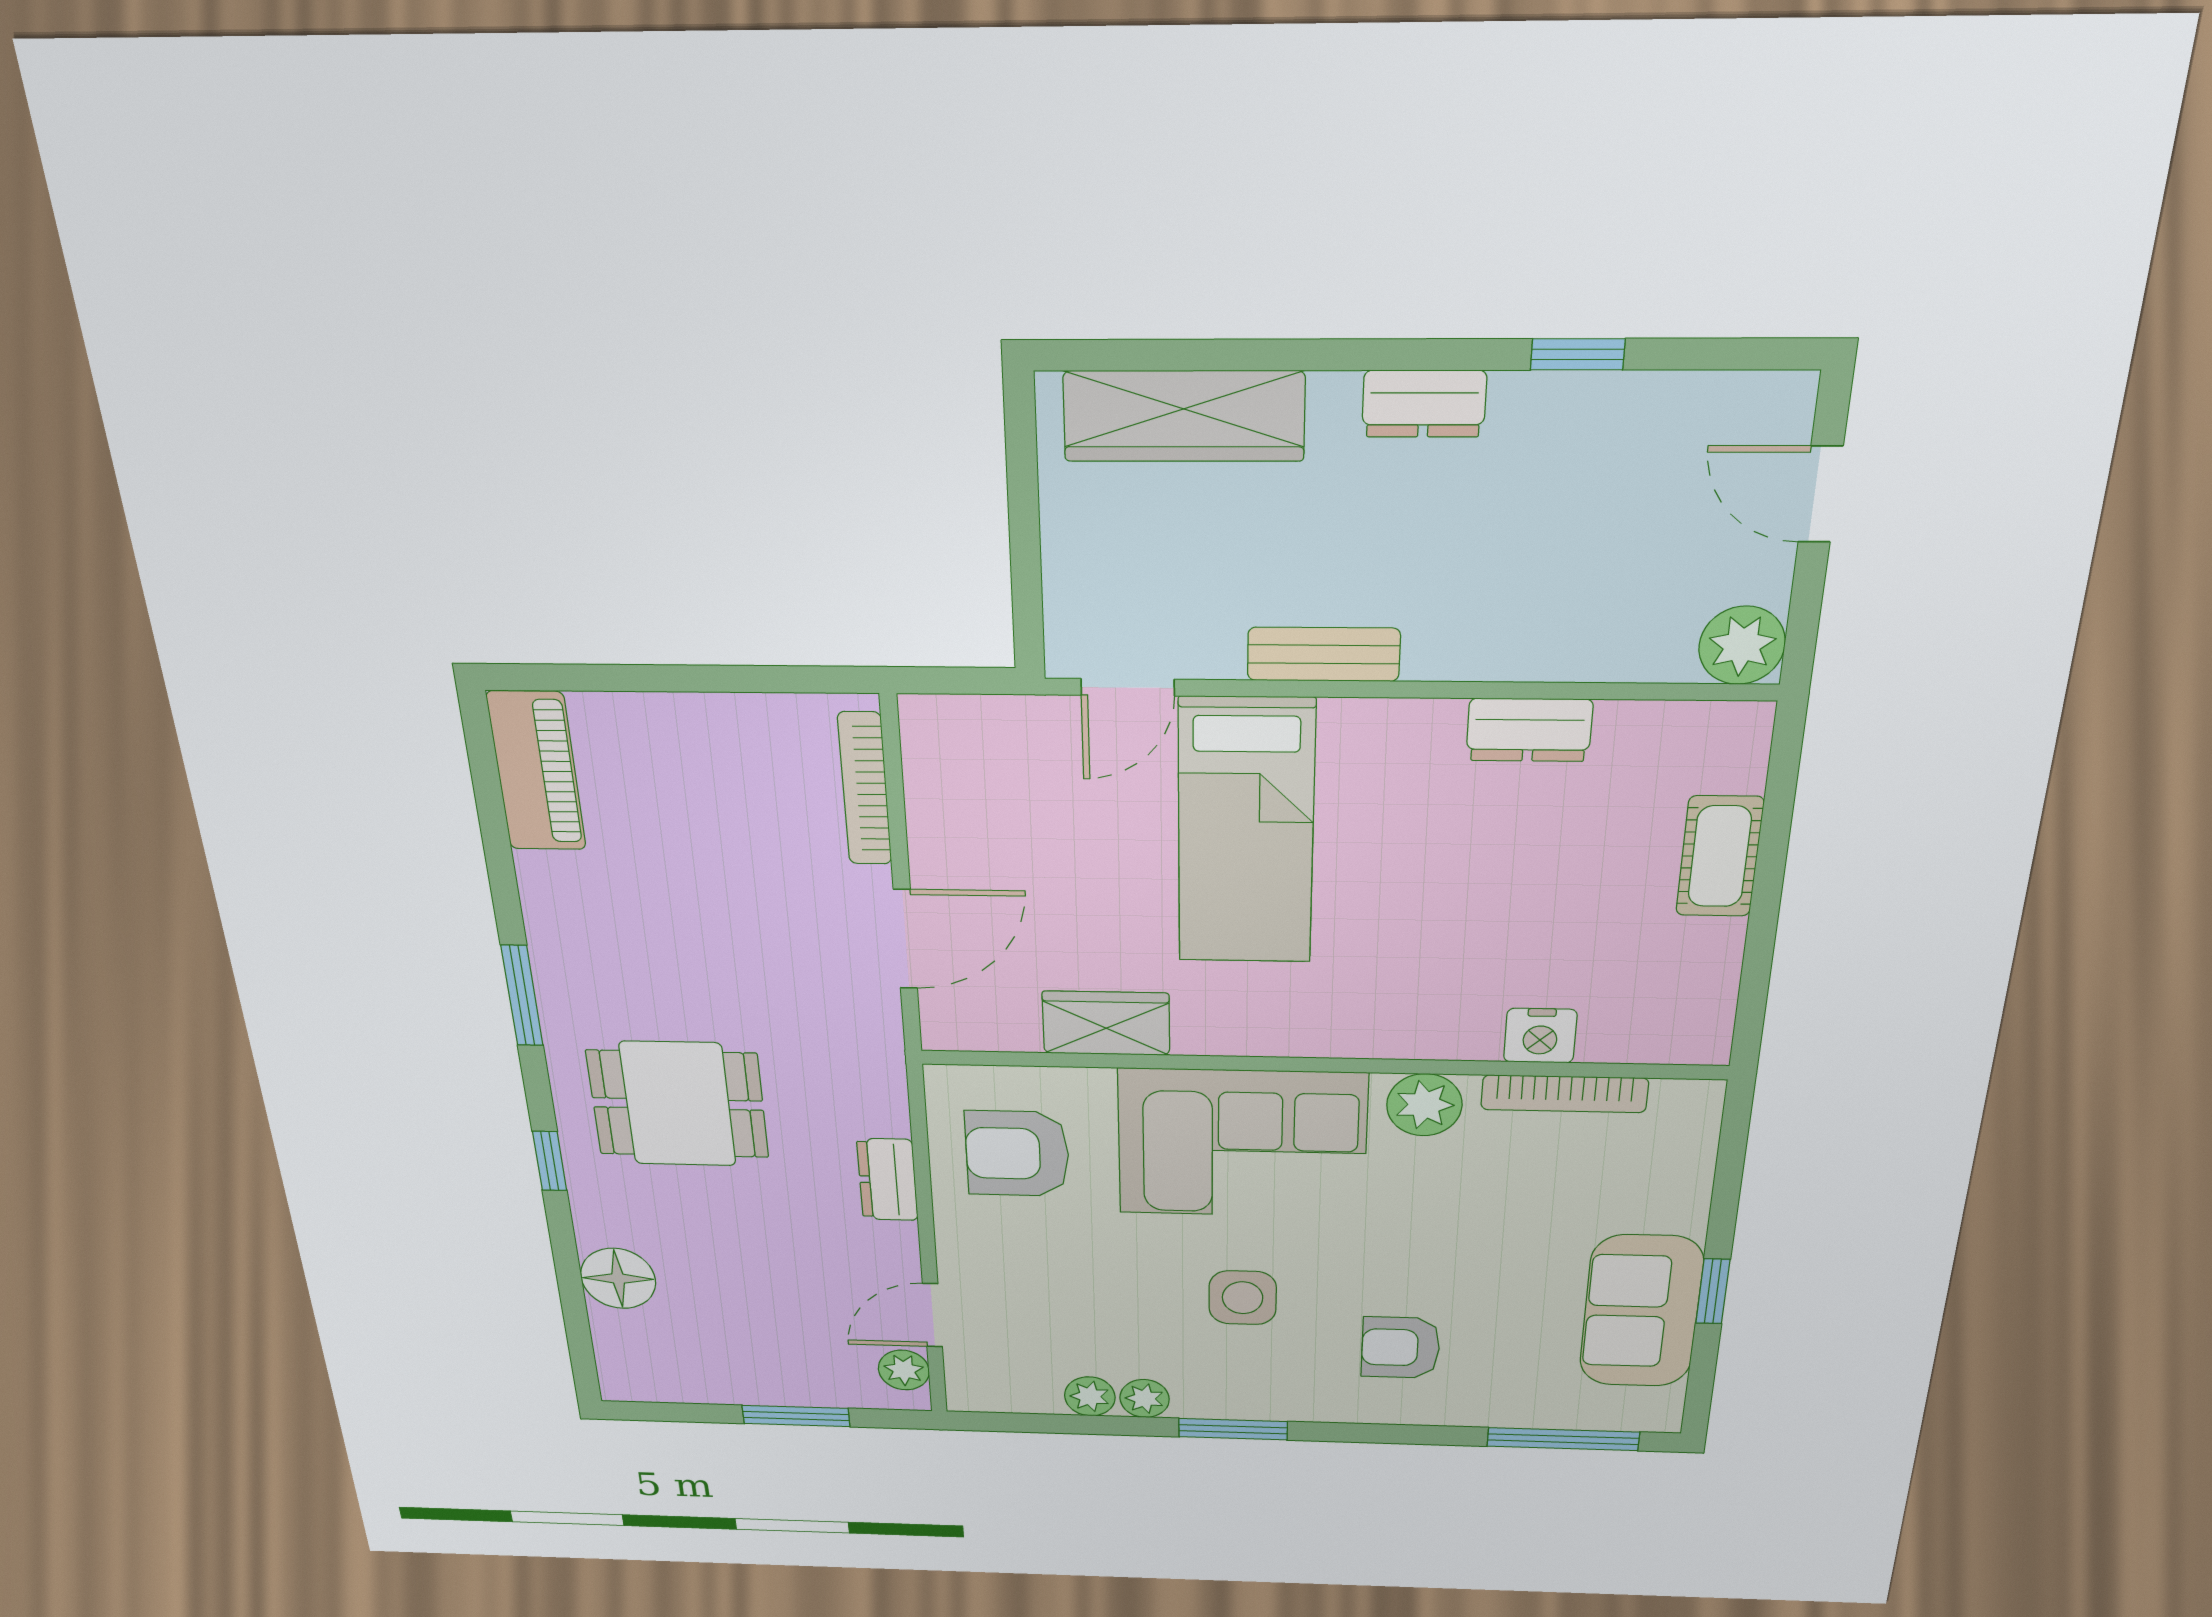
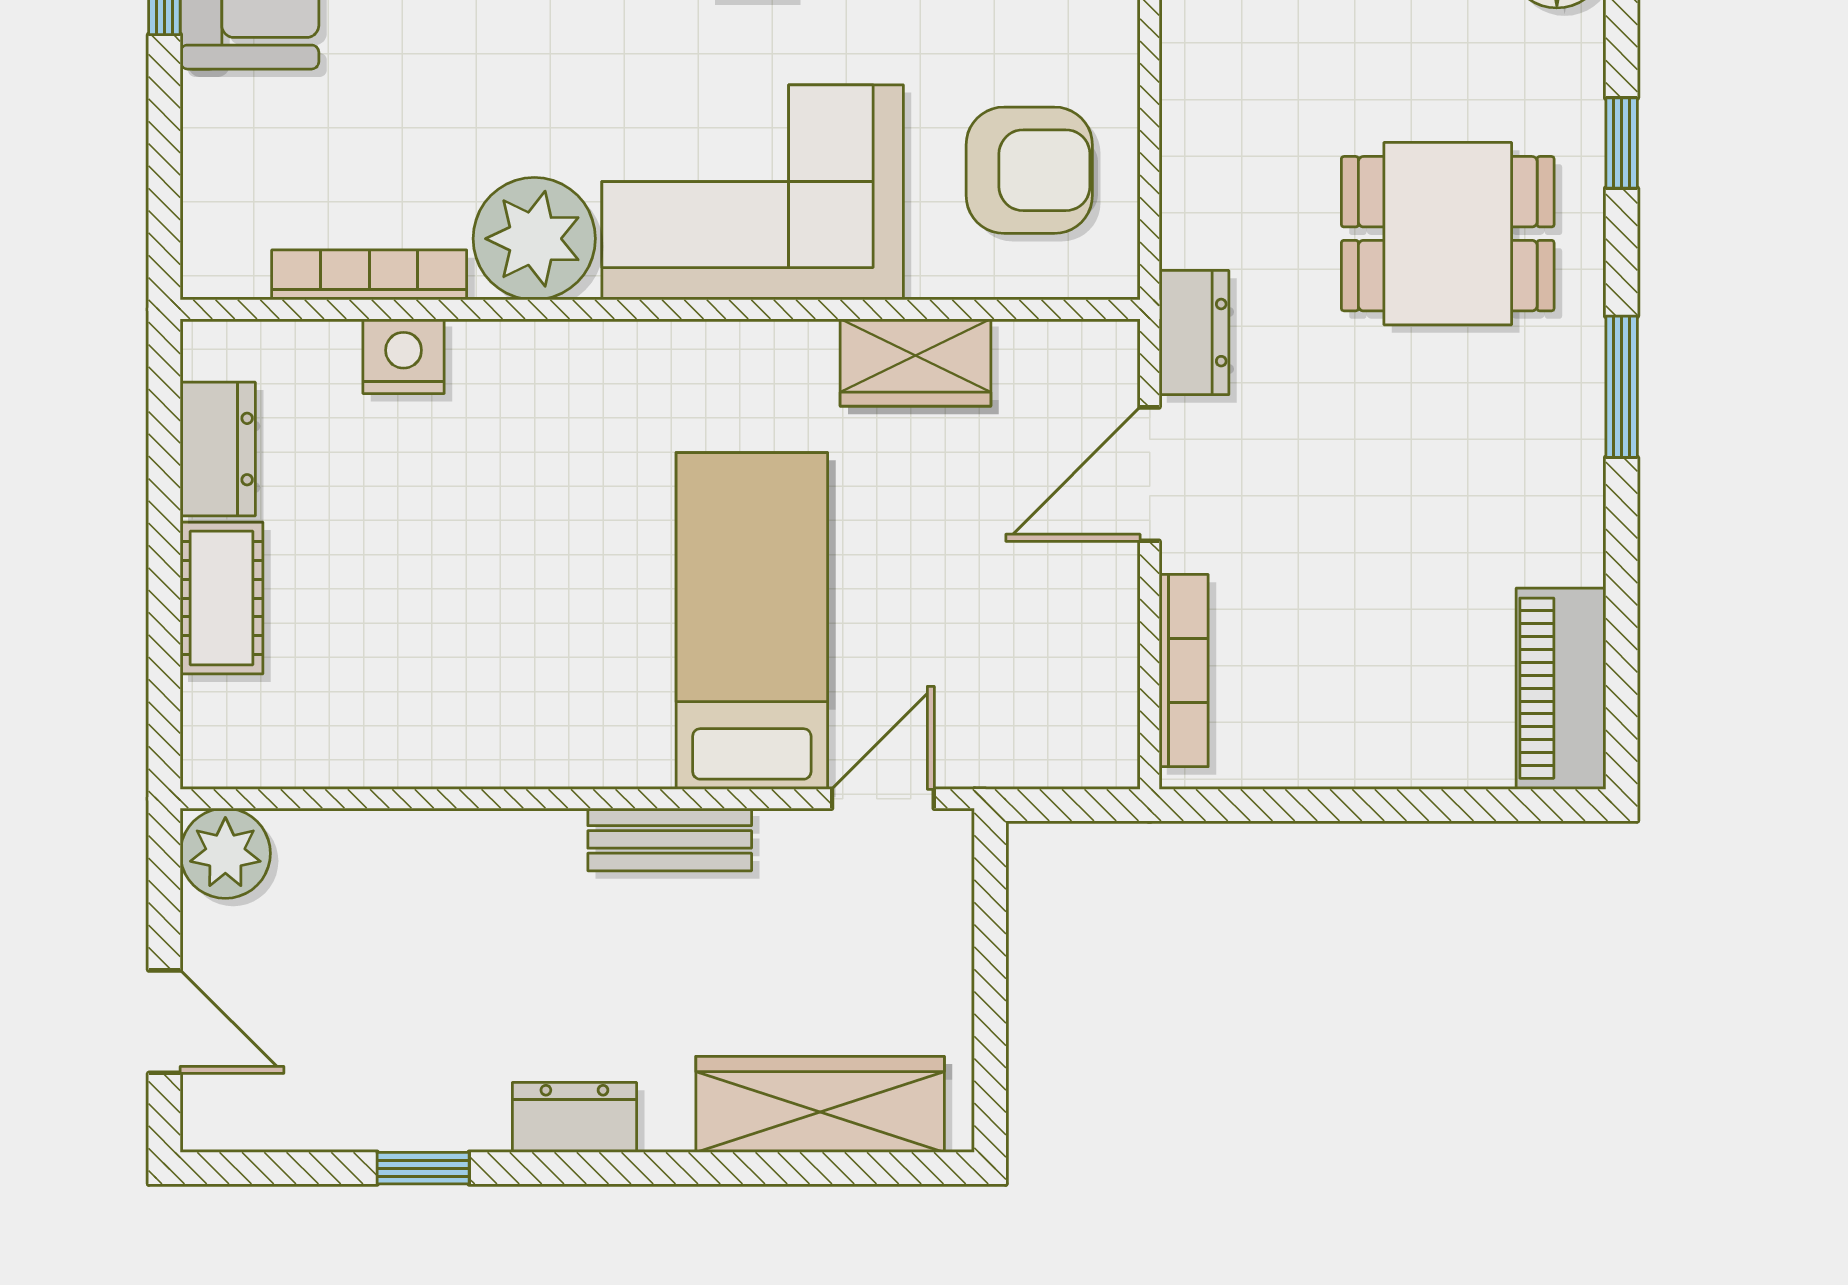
dresser: (1529, 730) -> (218, 449), moved, turned 90
plant: (1424, 1105) -> (534, 239), width x1.36, depth x1.36
dresser: (887, 1180) -> (1194, 333), moved

